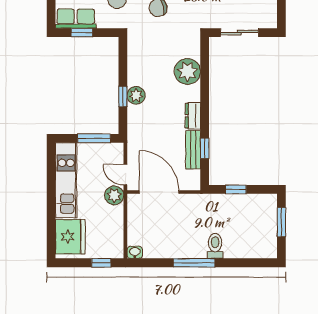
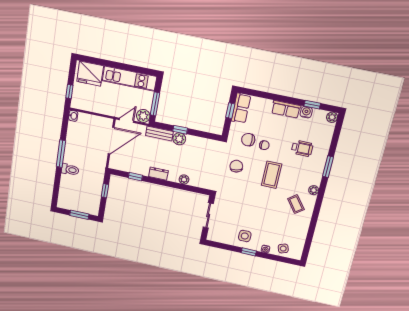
plant: (187, 72) -> (184, 179), width x0.53, depth x0.53
bench: (193, 150) -> (159, 134), moved
plant: (114, 195) -> (143, 116), moved

